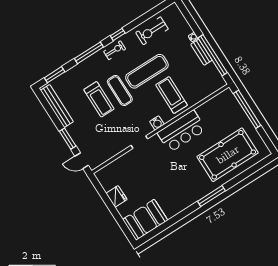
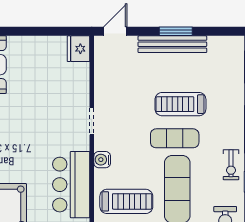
bench: (57, 106) -> (172, 44), moved
window: (68, 139) -> (176, 31), moved
fridge: (117, 196) -> (79, 49), moved, turned 90

